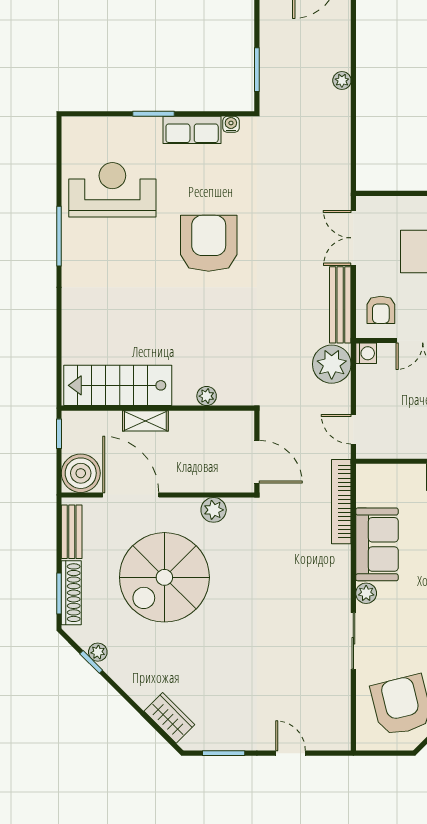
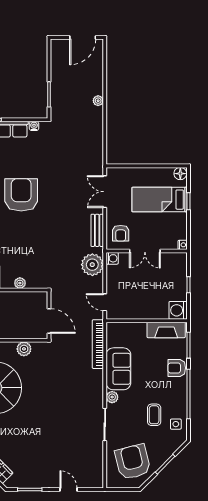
bench: (340, 305) -> (97, 230), width x0.73

